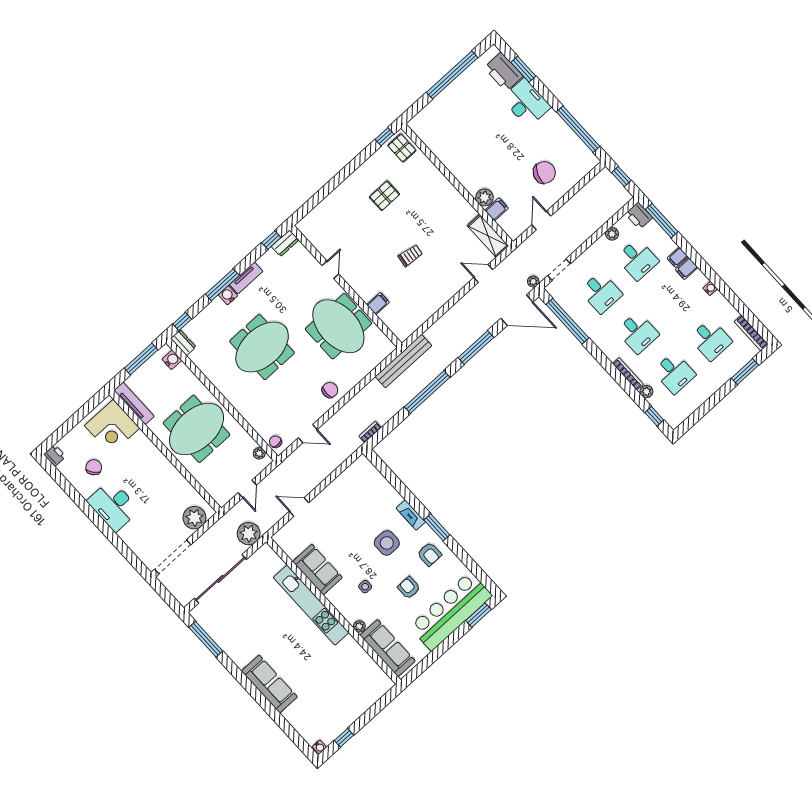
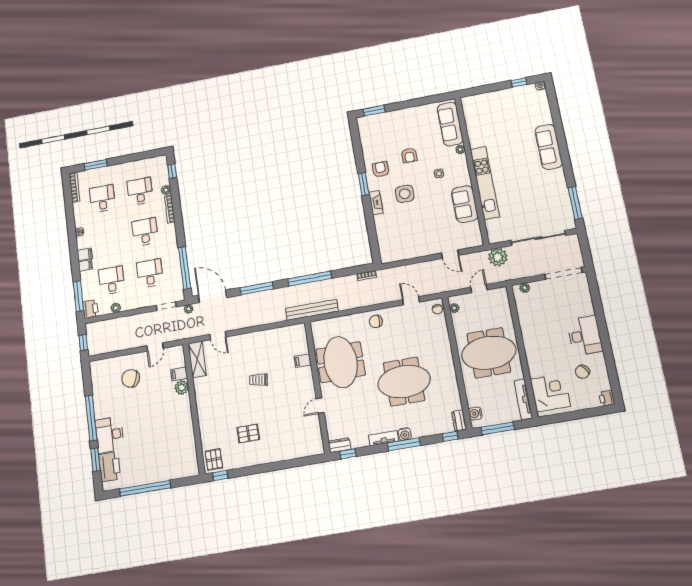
window: (578, 129) -> (91, 418), moved
plant: (194, 518) -> (525, 288), width x0.53, depth x0.53
bar counter: (451, 611) -> (391, 124), removed

